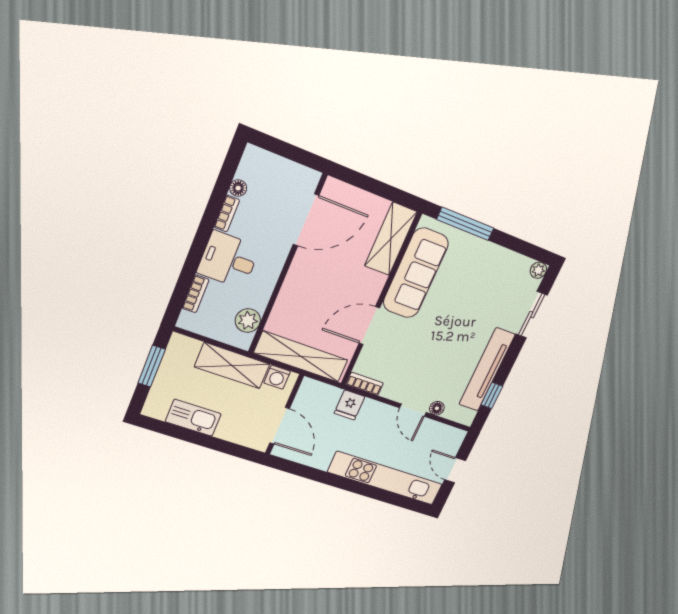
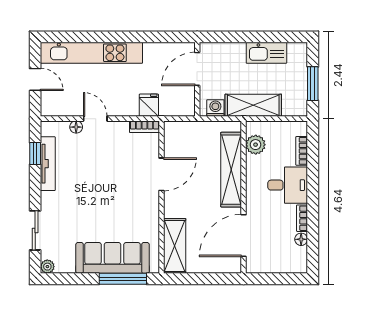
sofa: (416, 273) -> (113, 258), moved, turned 90
shelving: (301, 356) -> (231, 170), moved, turned 90
tv unit: (487, 370) -> (48, 164), width x0.73, depth x0.78
door: (280, 426) -> (197, 69), hinge flipped

